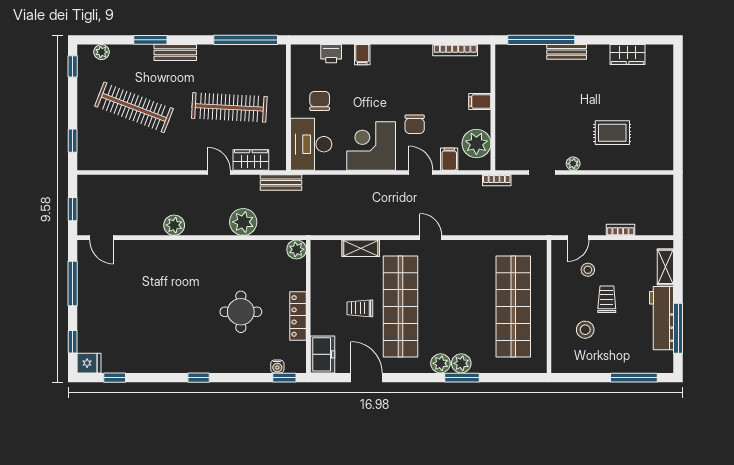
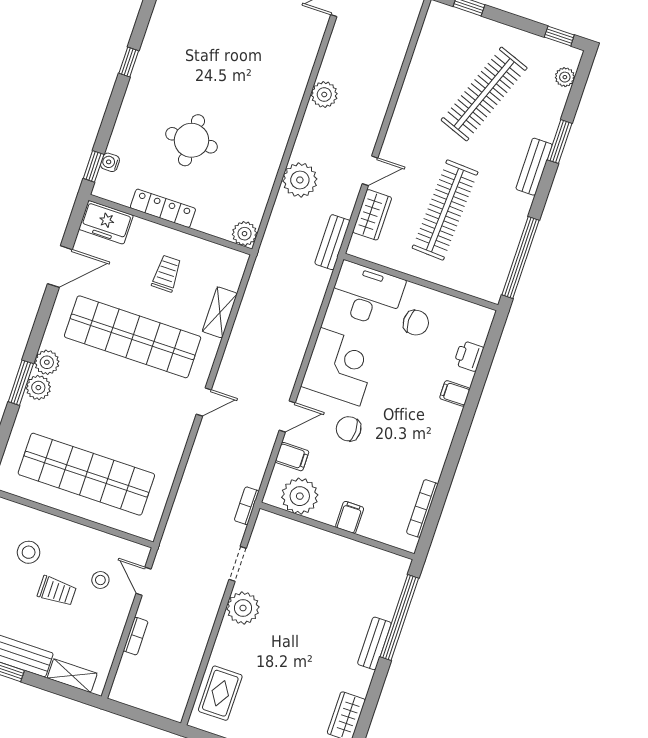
rug: (612, 133) -> (220, 693), moved
plant: (573, 164) -> (243, 608), width x1.87, depth x1.87
trolley: (360, 308) -> (167, 274), moved

